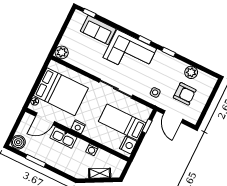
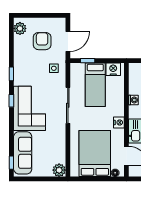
sofa: (98, 30) -> (23, 153), width x1.36
plant: (191, 72) -> (20, 28), moved

